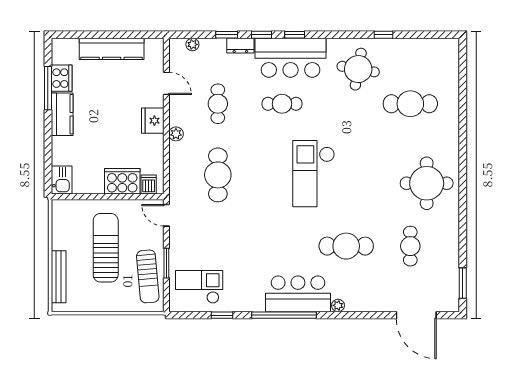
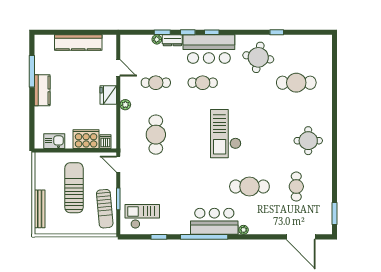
plant: (192, 44) -> (157, 39), moved
cooker: (62, 78) -> (42, 64), removed
cafe table: (218, 104) -> (156, 83), turned 90
kitchen sink: (62, 180) -> (54, 141), moved, turned -90
round table: (427, 183) -> (308, 141), width x0.73, depth x0.73

